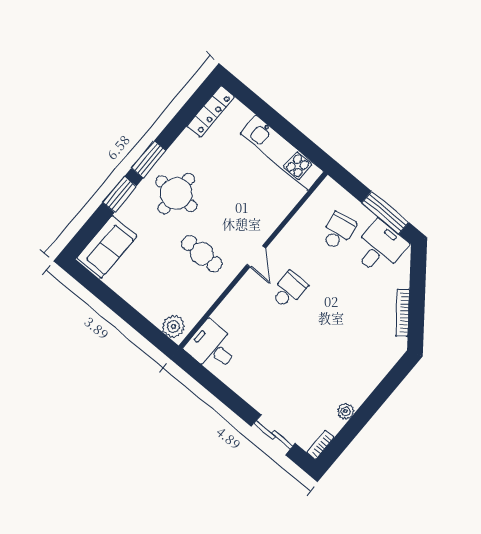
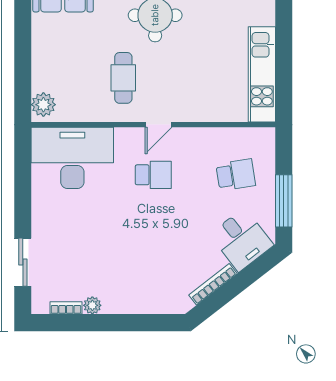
desk: (380, 248) -> (242, 240), moved, turned 52
desk: (212, 347) -> (72, 158), width x1.87, depth x1.30
bookcase: (320, 445) -> (66, 308), moved

